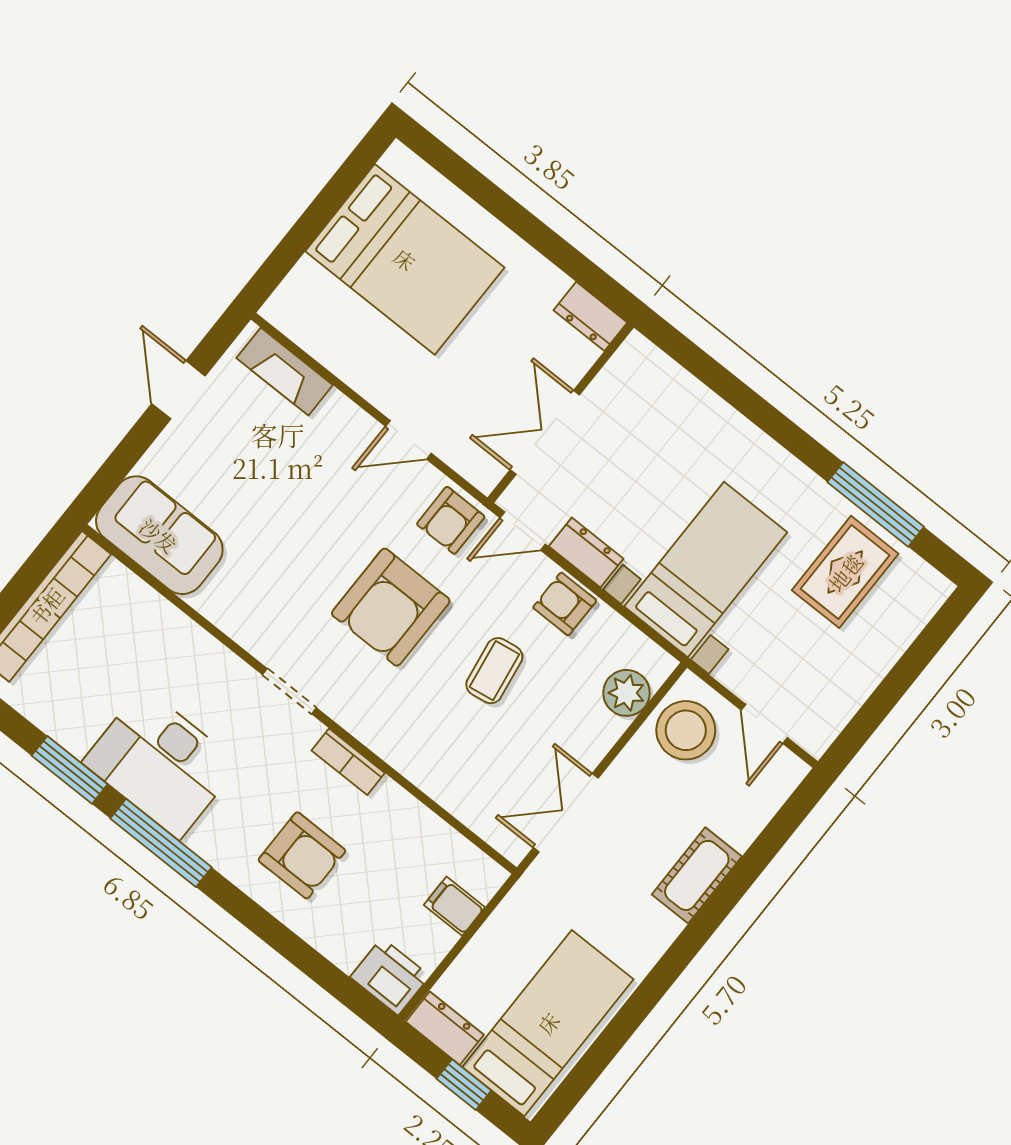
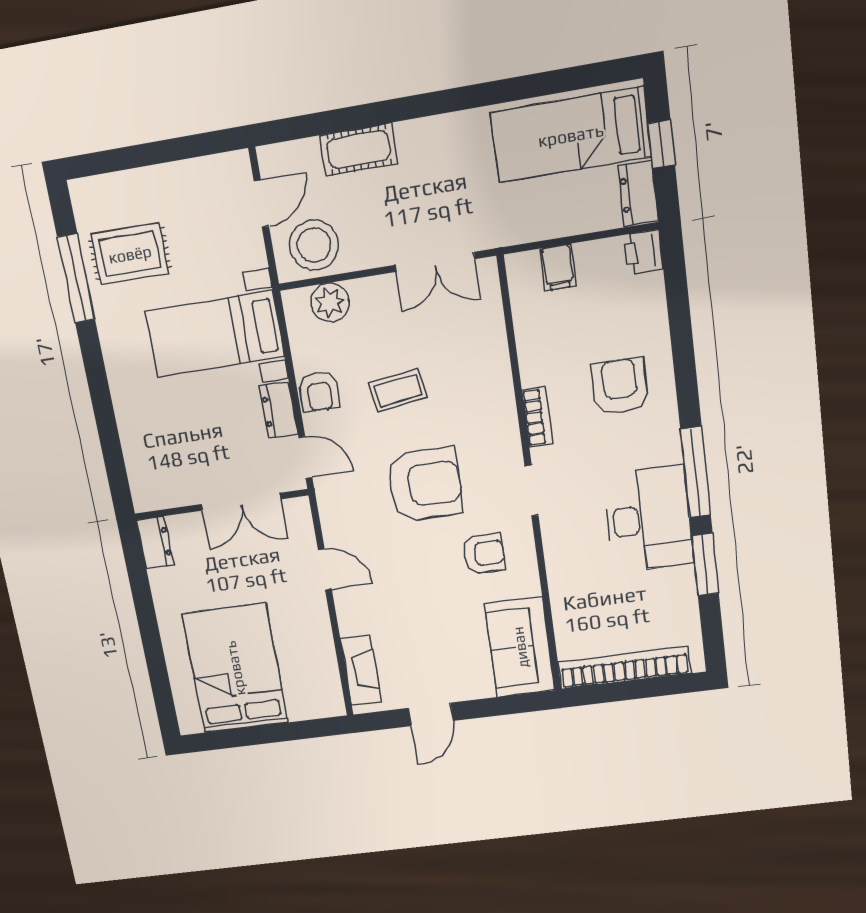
armchair: (451, 520) -> (484, 554), moved
cot: (697, 875) -> (359, 150), moved
printer: (390, 977) -> (643, 252), width x0.73, depth x0.81

